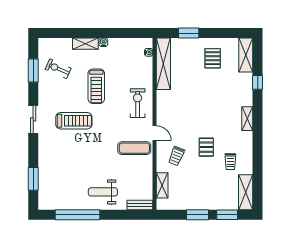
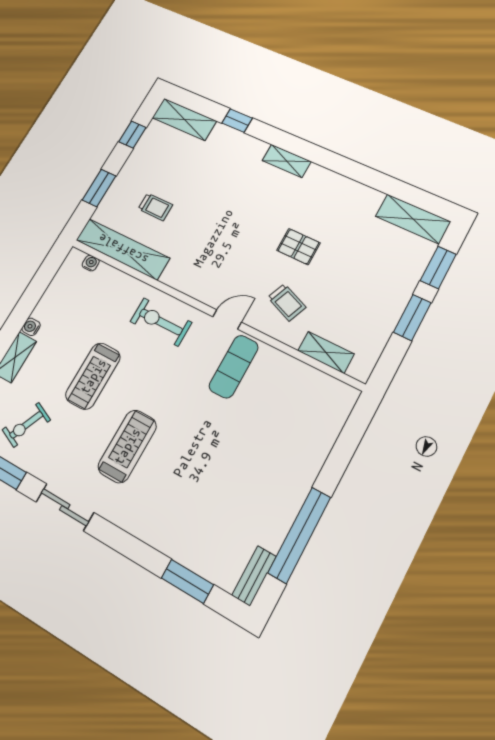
window: (225, 33) -> (132, 135), added
pallet: (213, 58) -> (159, 170), removed
treadmill: (96, 86) -> (93, 376), turned 90
sliding door: (33, 119) -> (65, 507), moved
trolley: (230, 162) -> (155, 207), moved
weight bench: (103, 192) -> (282, 464), removed
bench: (140, 205) -> (254, 576), moved

